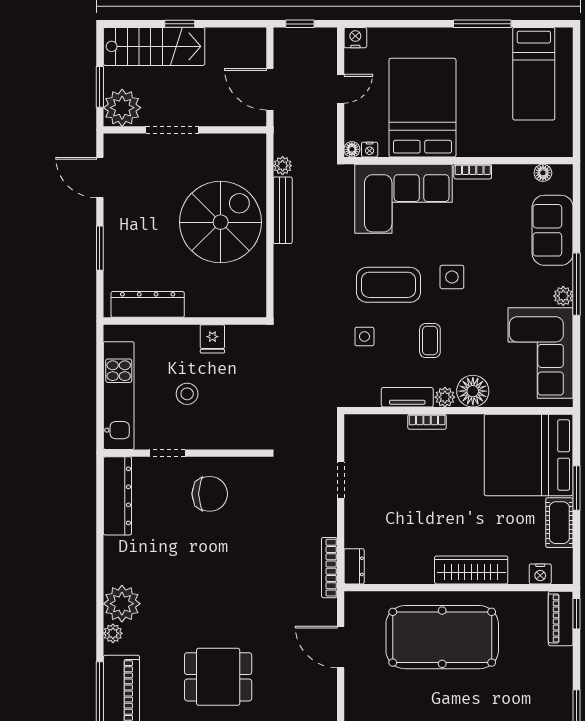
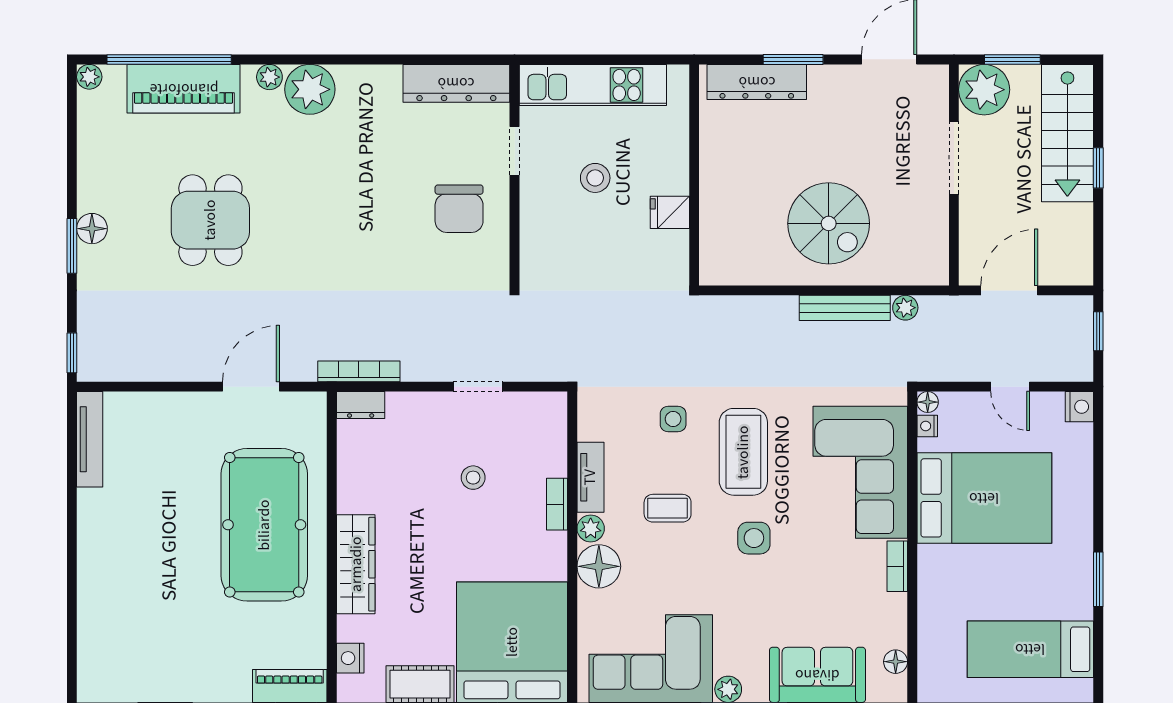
window: (482, 24) -> (1098, 579), width x0.69
spiral stairs: (221, 222) -> (829, 223), width x0.73, depth x0.73
dresser: (148, 304) -> (757, 82), moved, turned 90
stool: (408, 484) -> (473, 478), added

